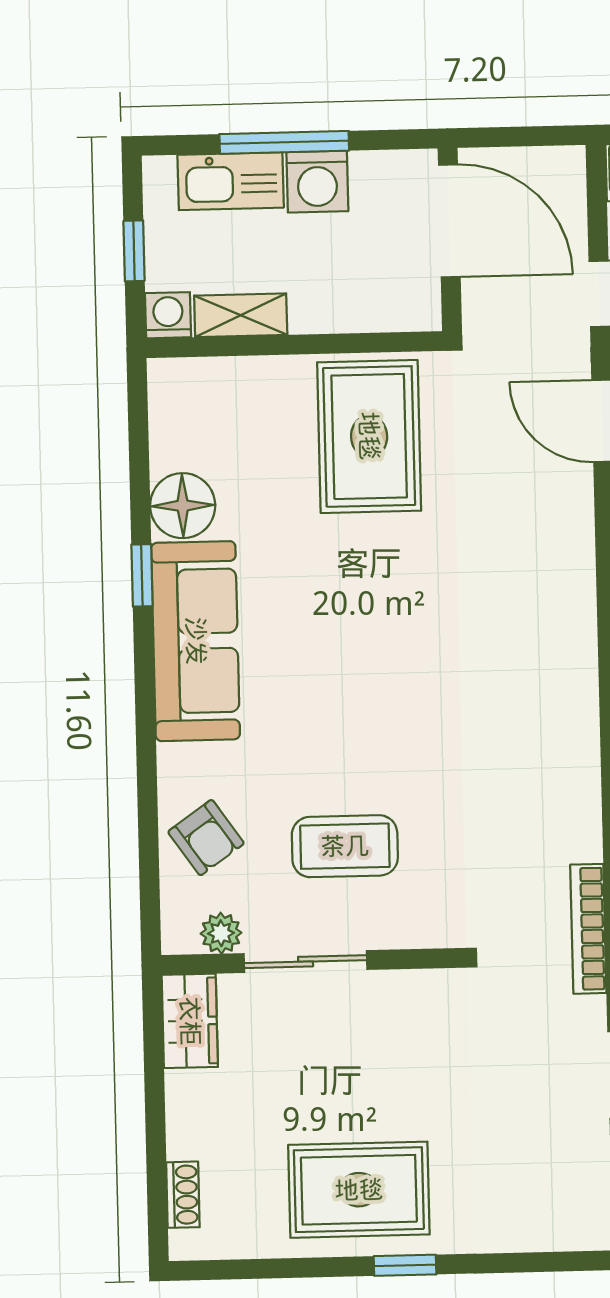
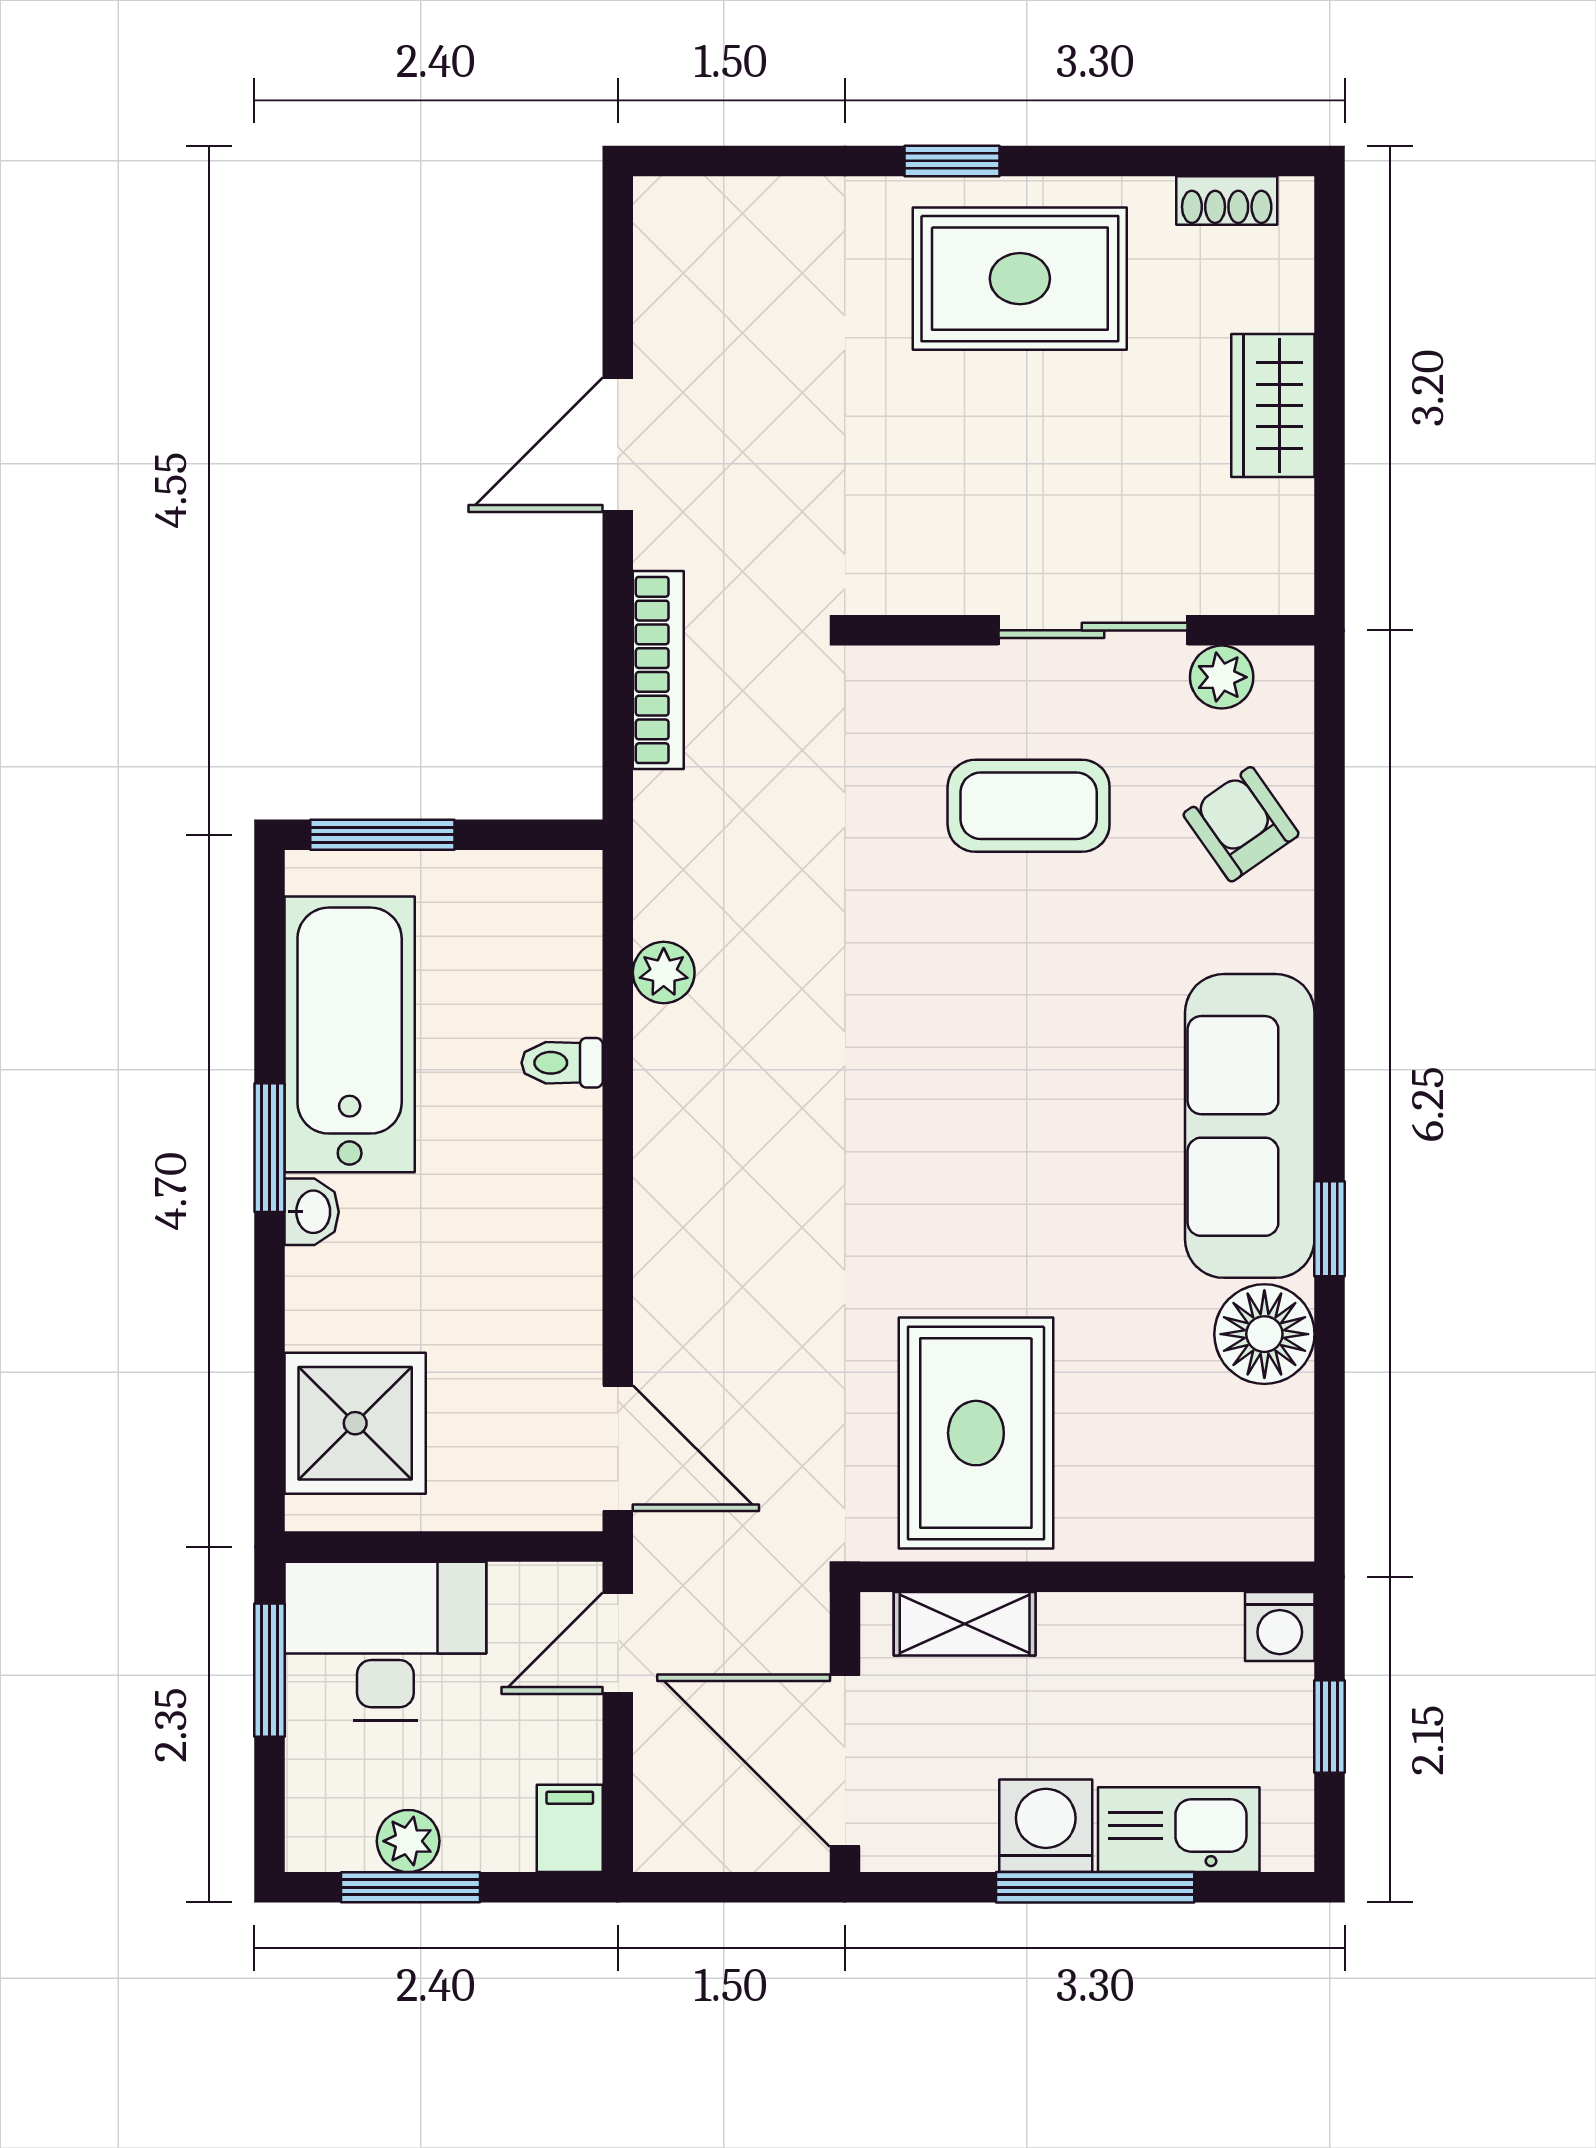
shelving: (241, 315) -> (965, 1624), moved
plant: (580, 732) -> (664, 973), added
wardrobe: (190, 1021) -> (1273, 405), moved
shoe rack: (183, 1195) -> (1227, 201), moved, turned -90

